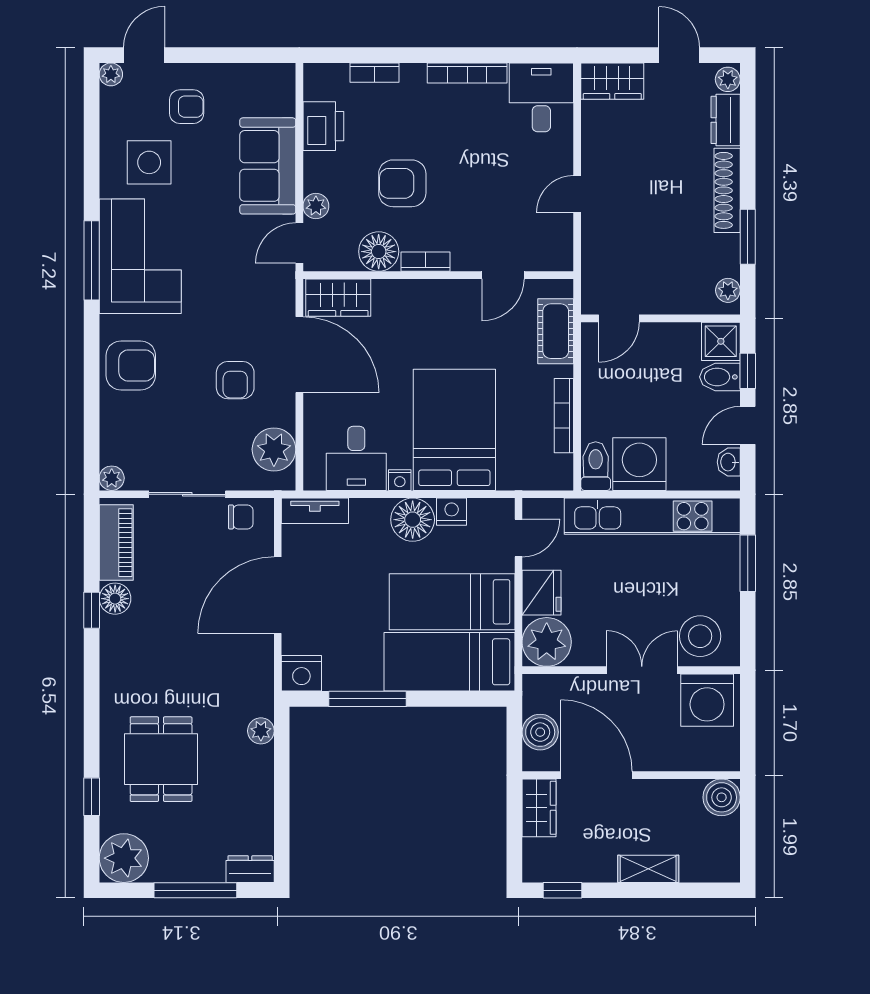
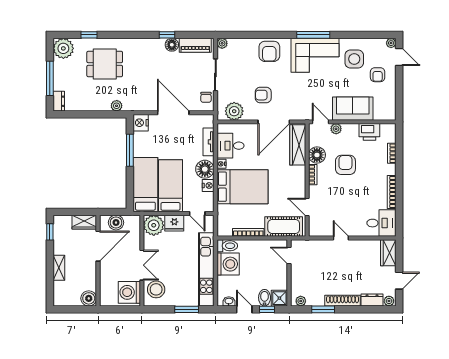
wardrobe: (338, 298) -> (298, 145), width x1.50
cot: (556, 331) -> (284, 226), width x1.37, depth x1.34
tv unit: (315, 511) -> (209, 142), moved

